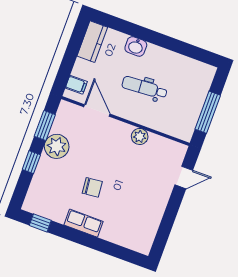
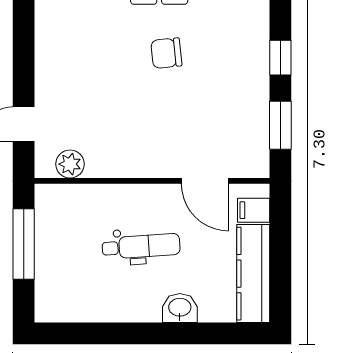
kitchen counter: (92, 42) -> (253, 274), width x1.50
plant: (140, 136) -> (70, 164), moved
plant: (57, 146) -> (249, 98), removed

